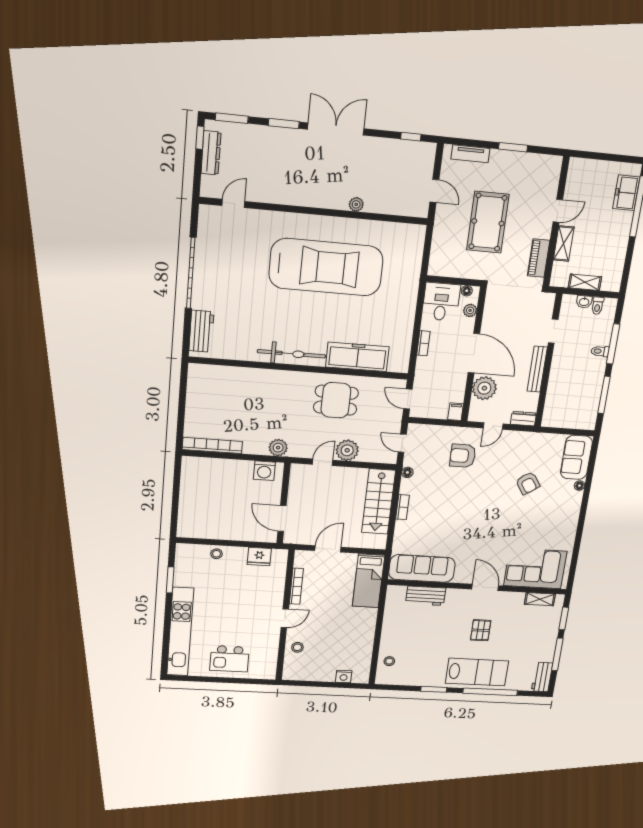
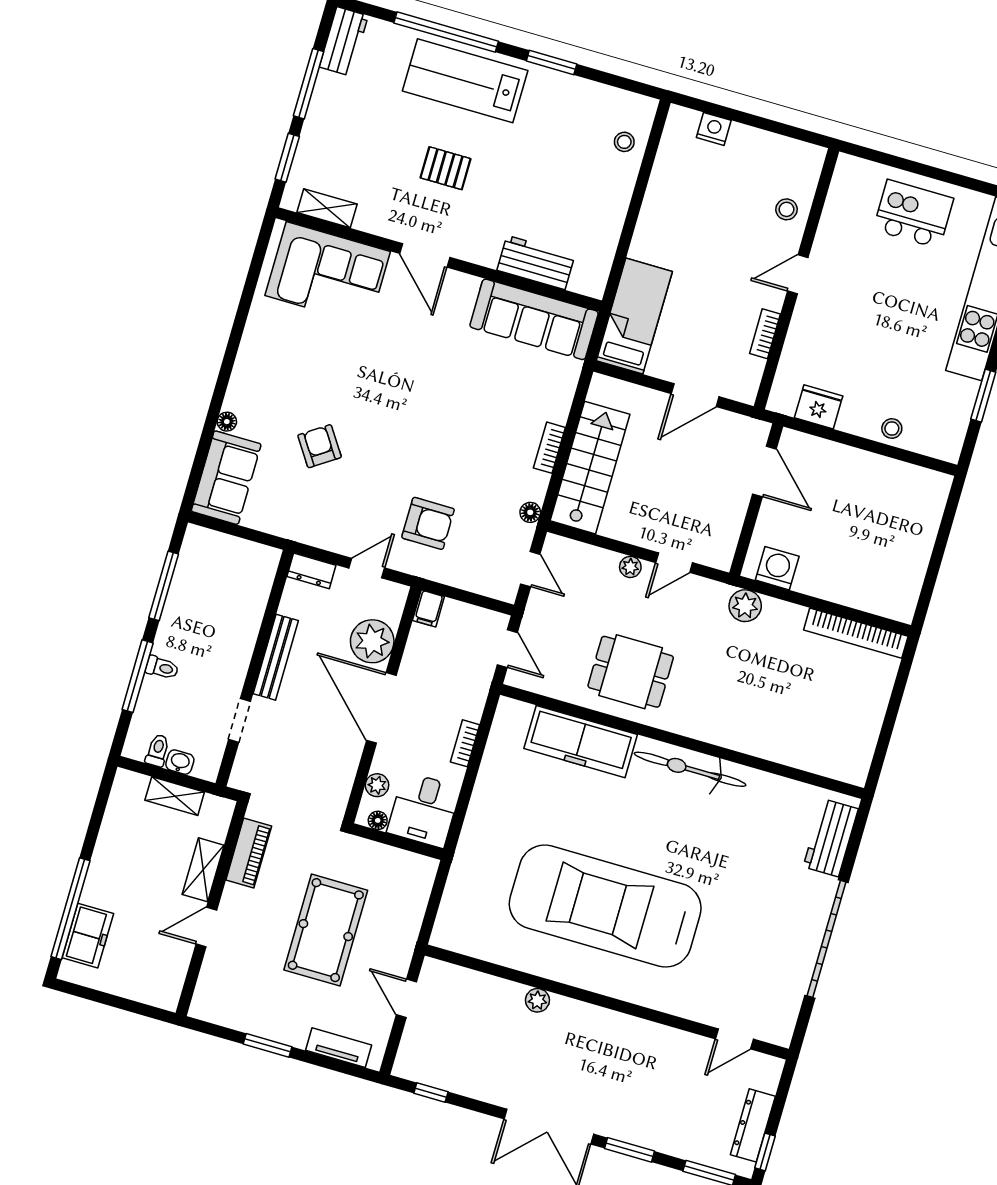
plant: (347, 450) -> (630, 567), width x0.53, depth x0.53
bookcase: (296, 586) -> (765, 334), width x0.64
pallet: (481, 630) -> (446, 168), turned 90

